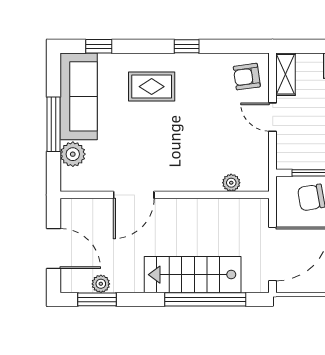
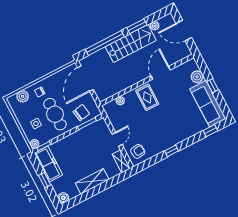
rug: (152, 87) -> (147, 97), moved, turned 90
door: (273, 117) -> (117, 139), hinge flipped
window: (54, 124) -> (213, 86), width x0.46
stairs: (193, 275) -> (131, 43), moved
window: (97, 299) -> (137, 26), moved

